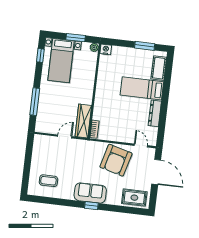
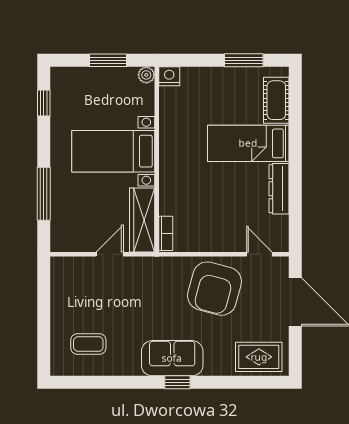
bed with nightstands: (61, 61) -> (113, 151), moved, turned 90

